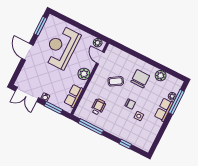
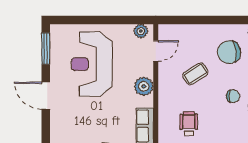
door: (100, 58) -> (156, 51), swing flipped
chair: (140, 79) -> (229, 52), turned -97

